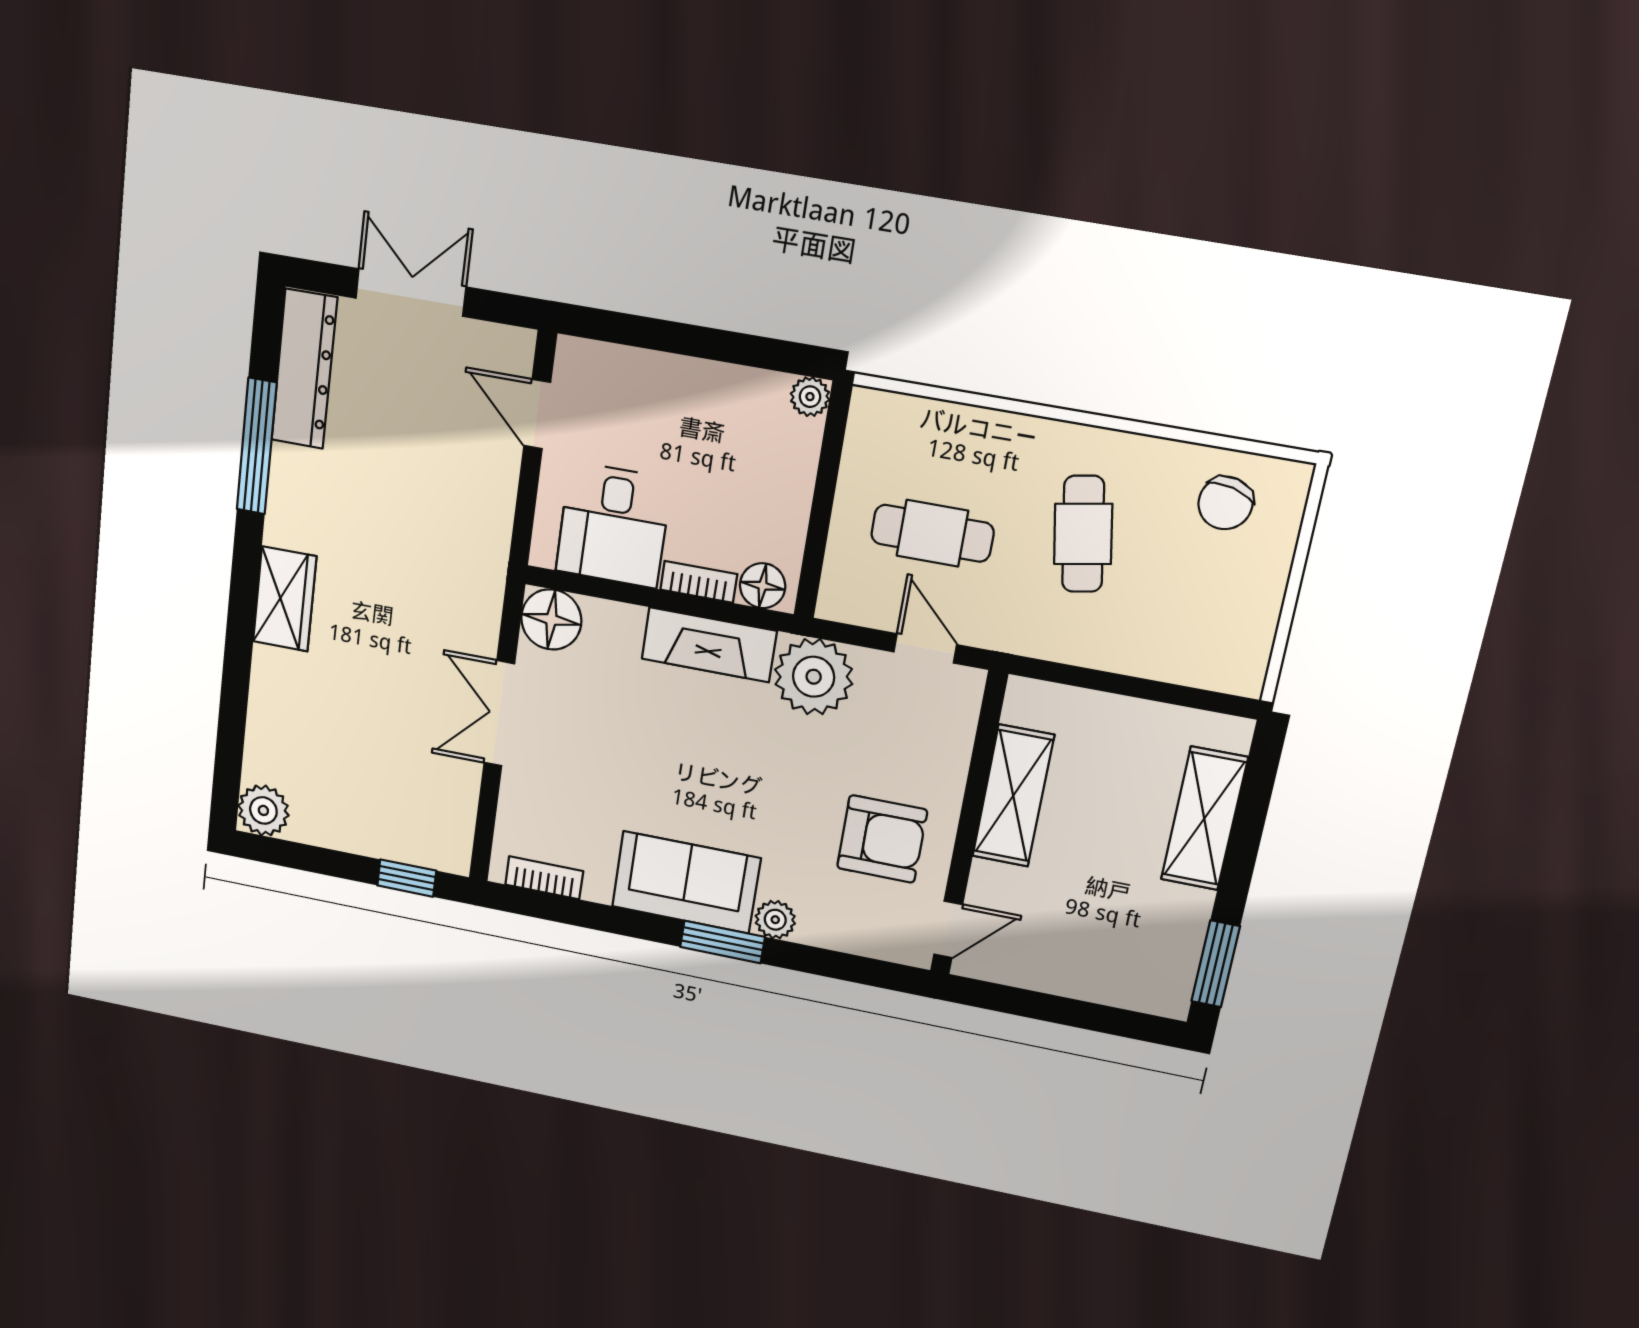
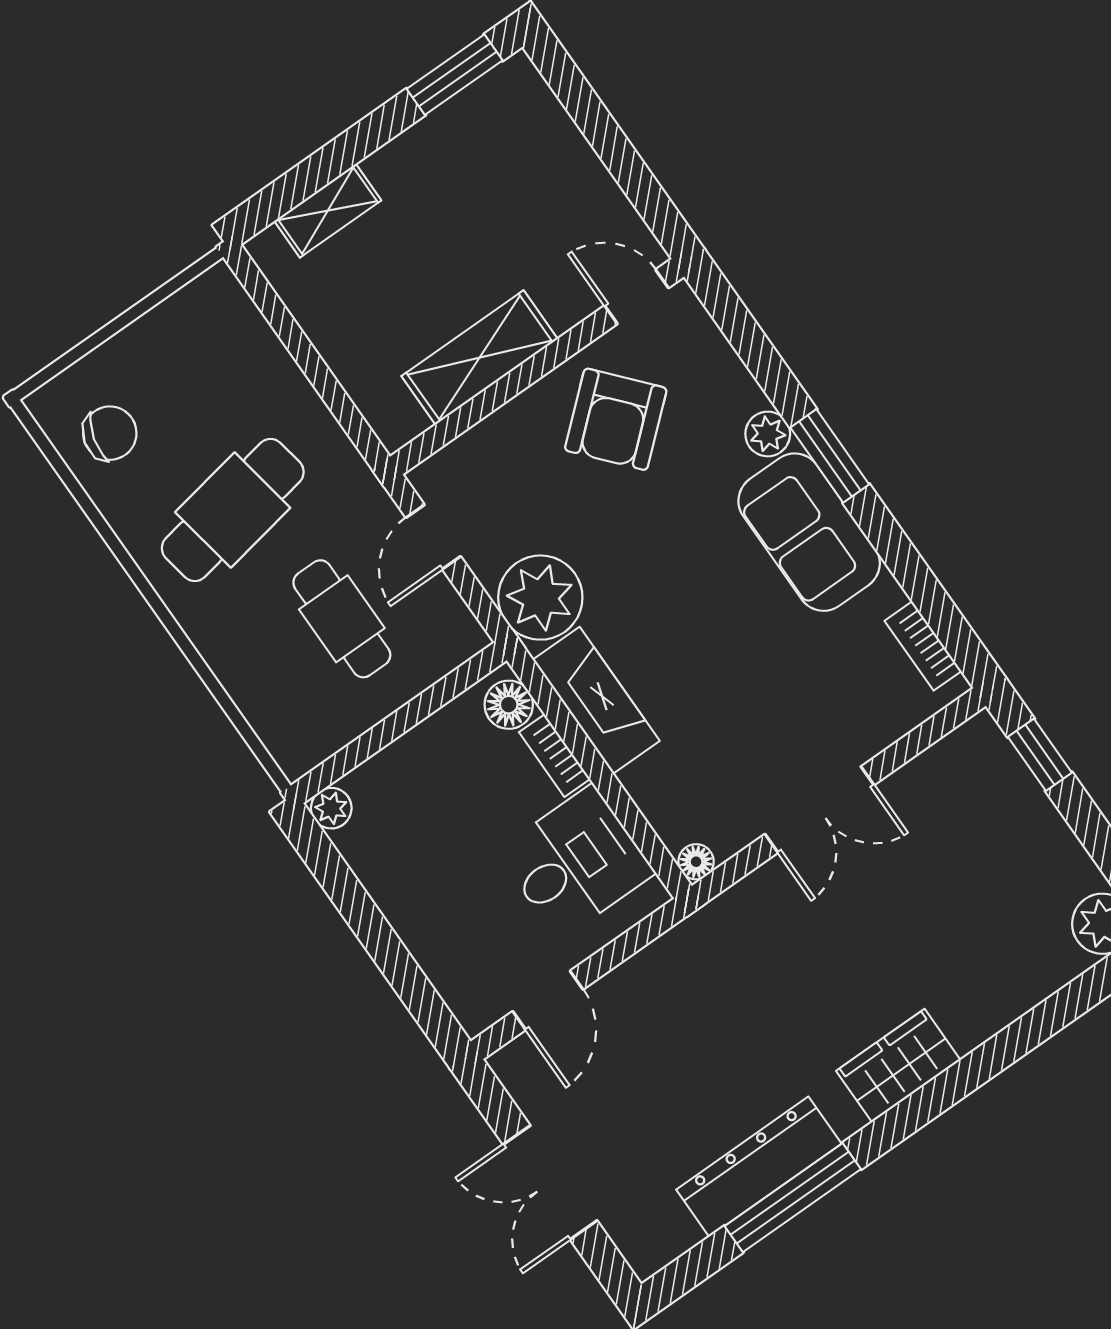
dresser: (304, 369) -> (759, 1167), moved
cafe table: (1083, 534) -> (233, 510), width x1.37, depth x1.35
floor lamp: (551, 619) -> (696, 862), width x0.53, depth x0.53
shelving: (1204, 819) -> (328, 211), width x0.67, depth x0.75
armchair: (882, 839) -> (616, 419), turned -131

